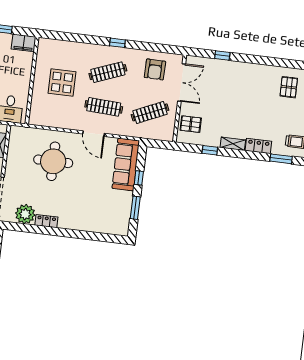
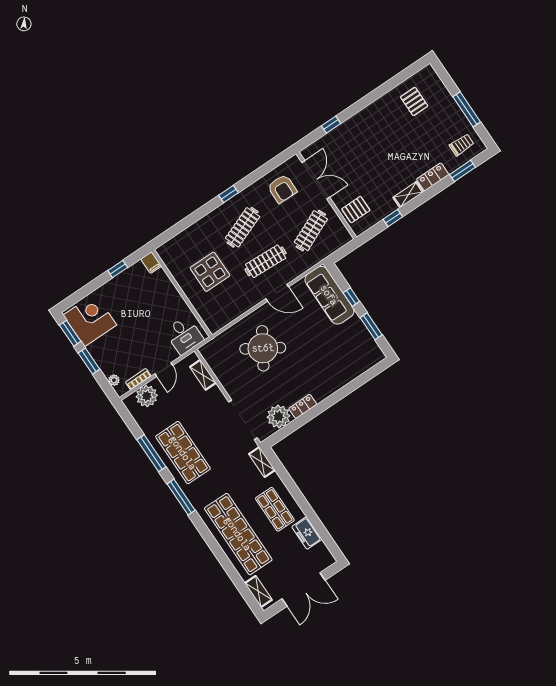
filing cabinet: (24, 43) -> (151, 263), width x0.50
round table: (53, 161) -> (263, 348), turned 32

